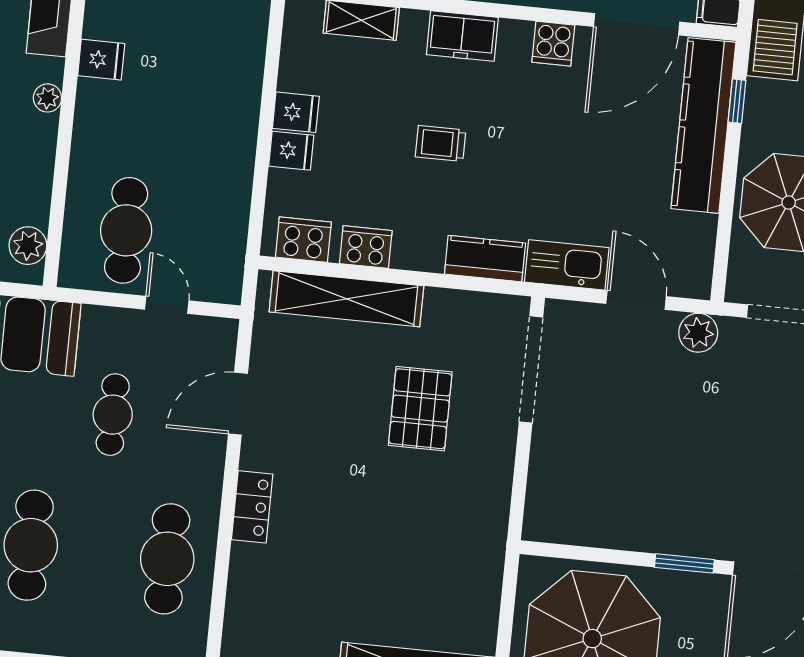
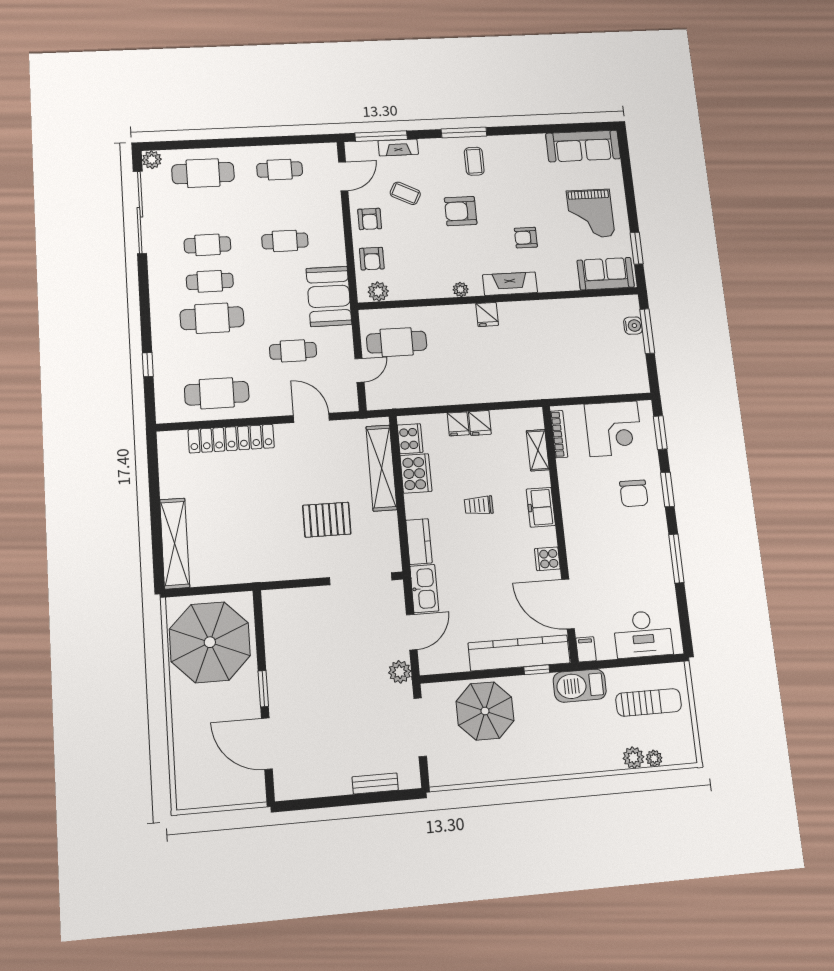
trolley: (441, 143) -> (479, 505), turned -90
cooker: (366, 247) -> (416, 473), width x1.37, depth x1.31
locker: (252, 507) -> (231, 439), width x2.16, depth x1.21

